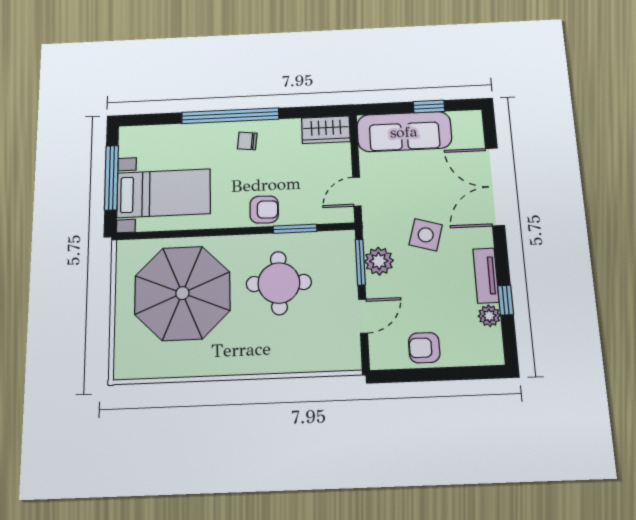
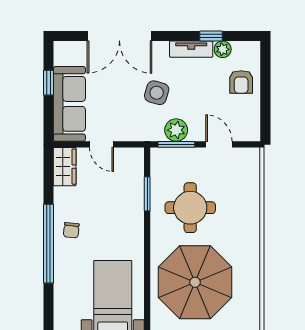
door: (357, 192) -> (101, 144), moved
armchair: (264, 210) -> (130, 218), removed
armchair: (424, 348) -> (241, 82), moved

